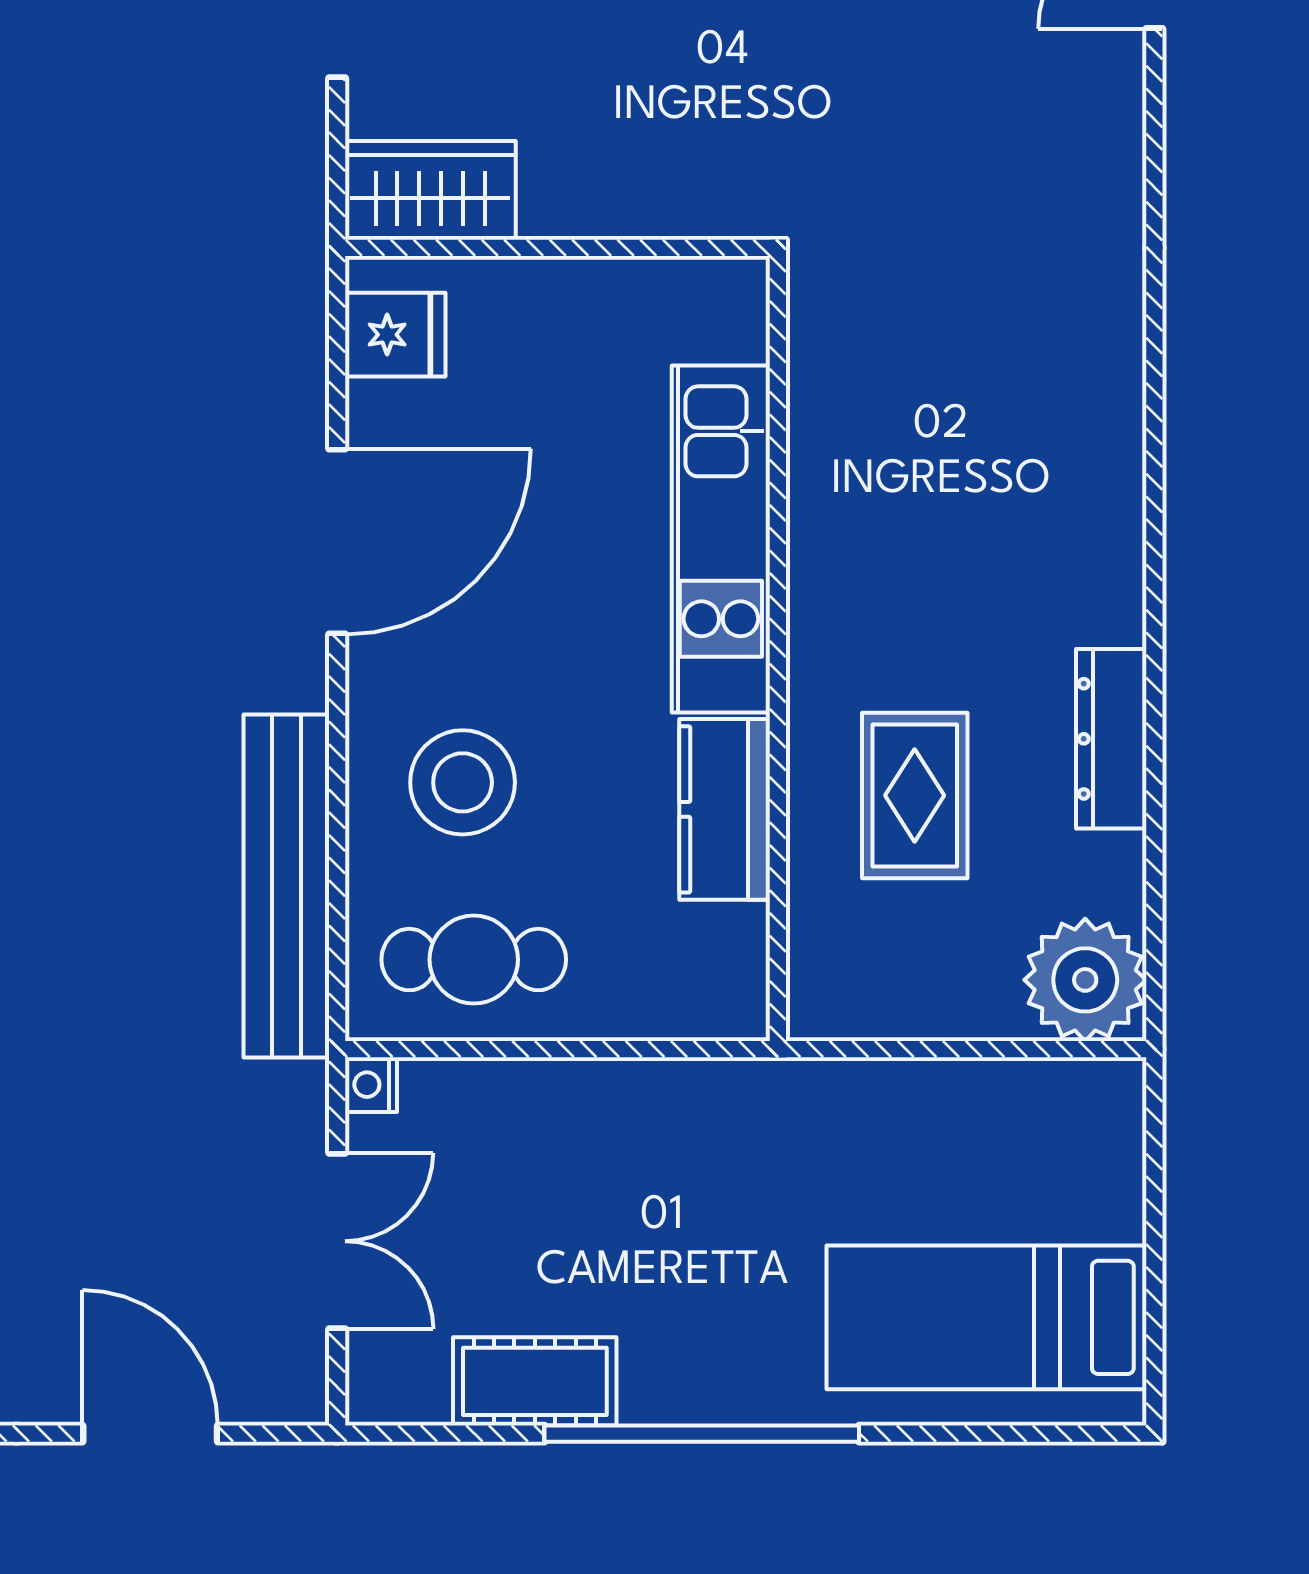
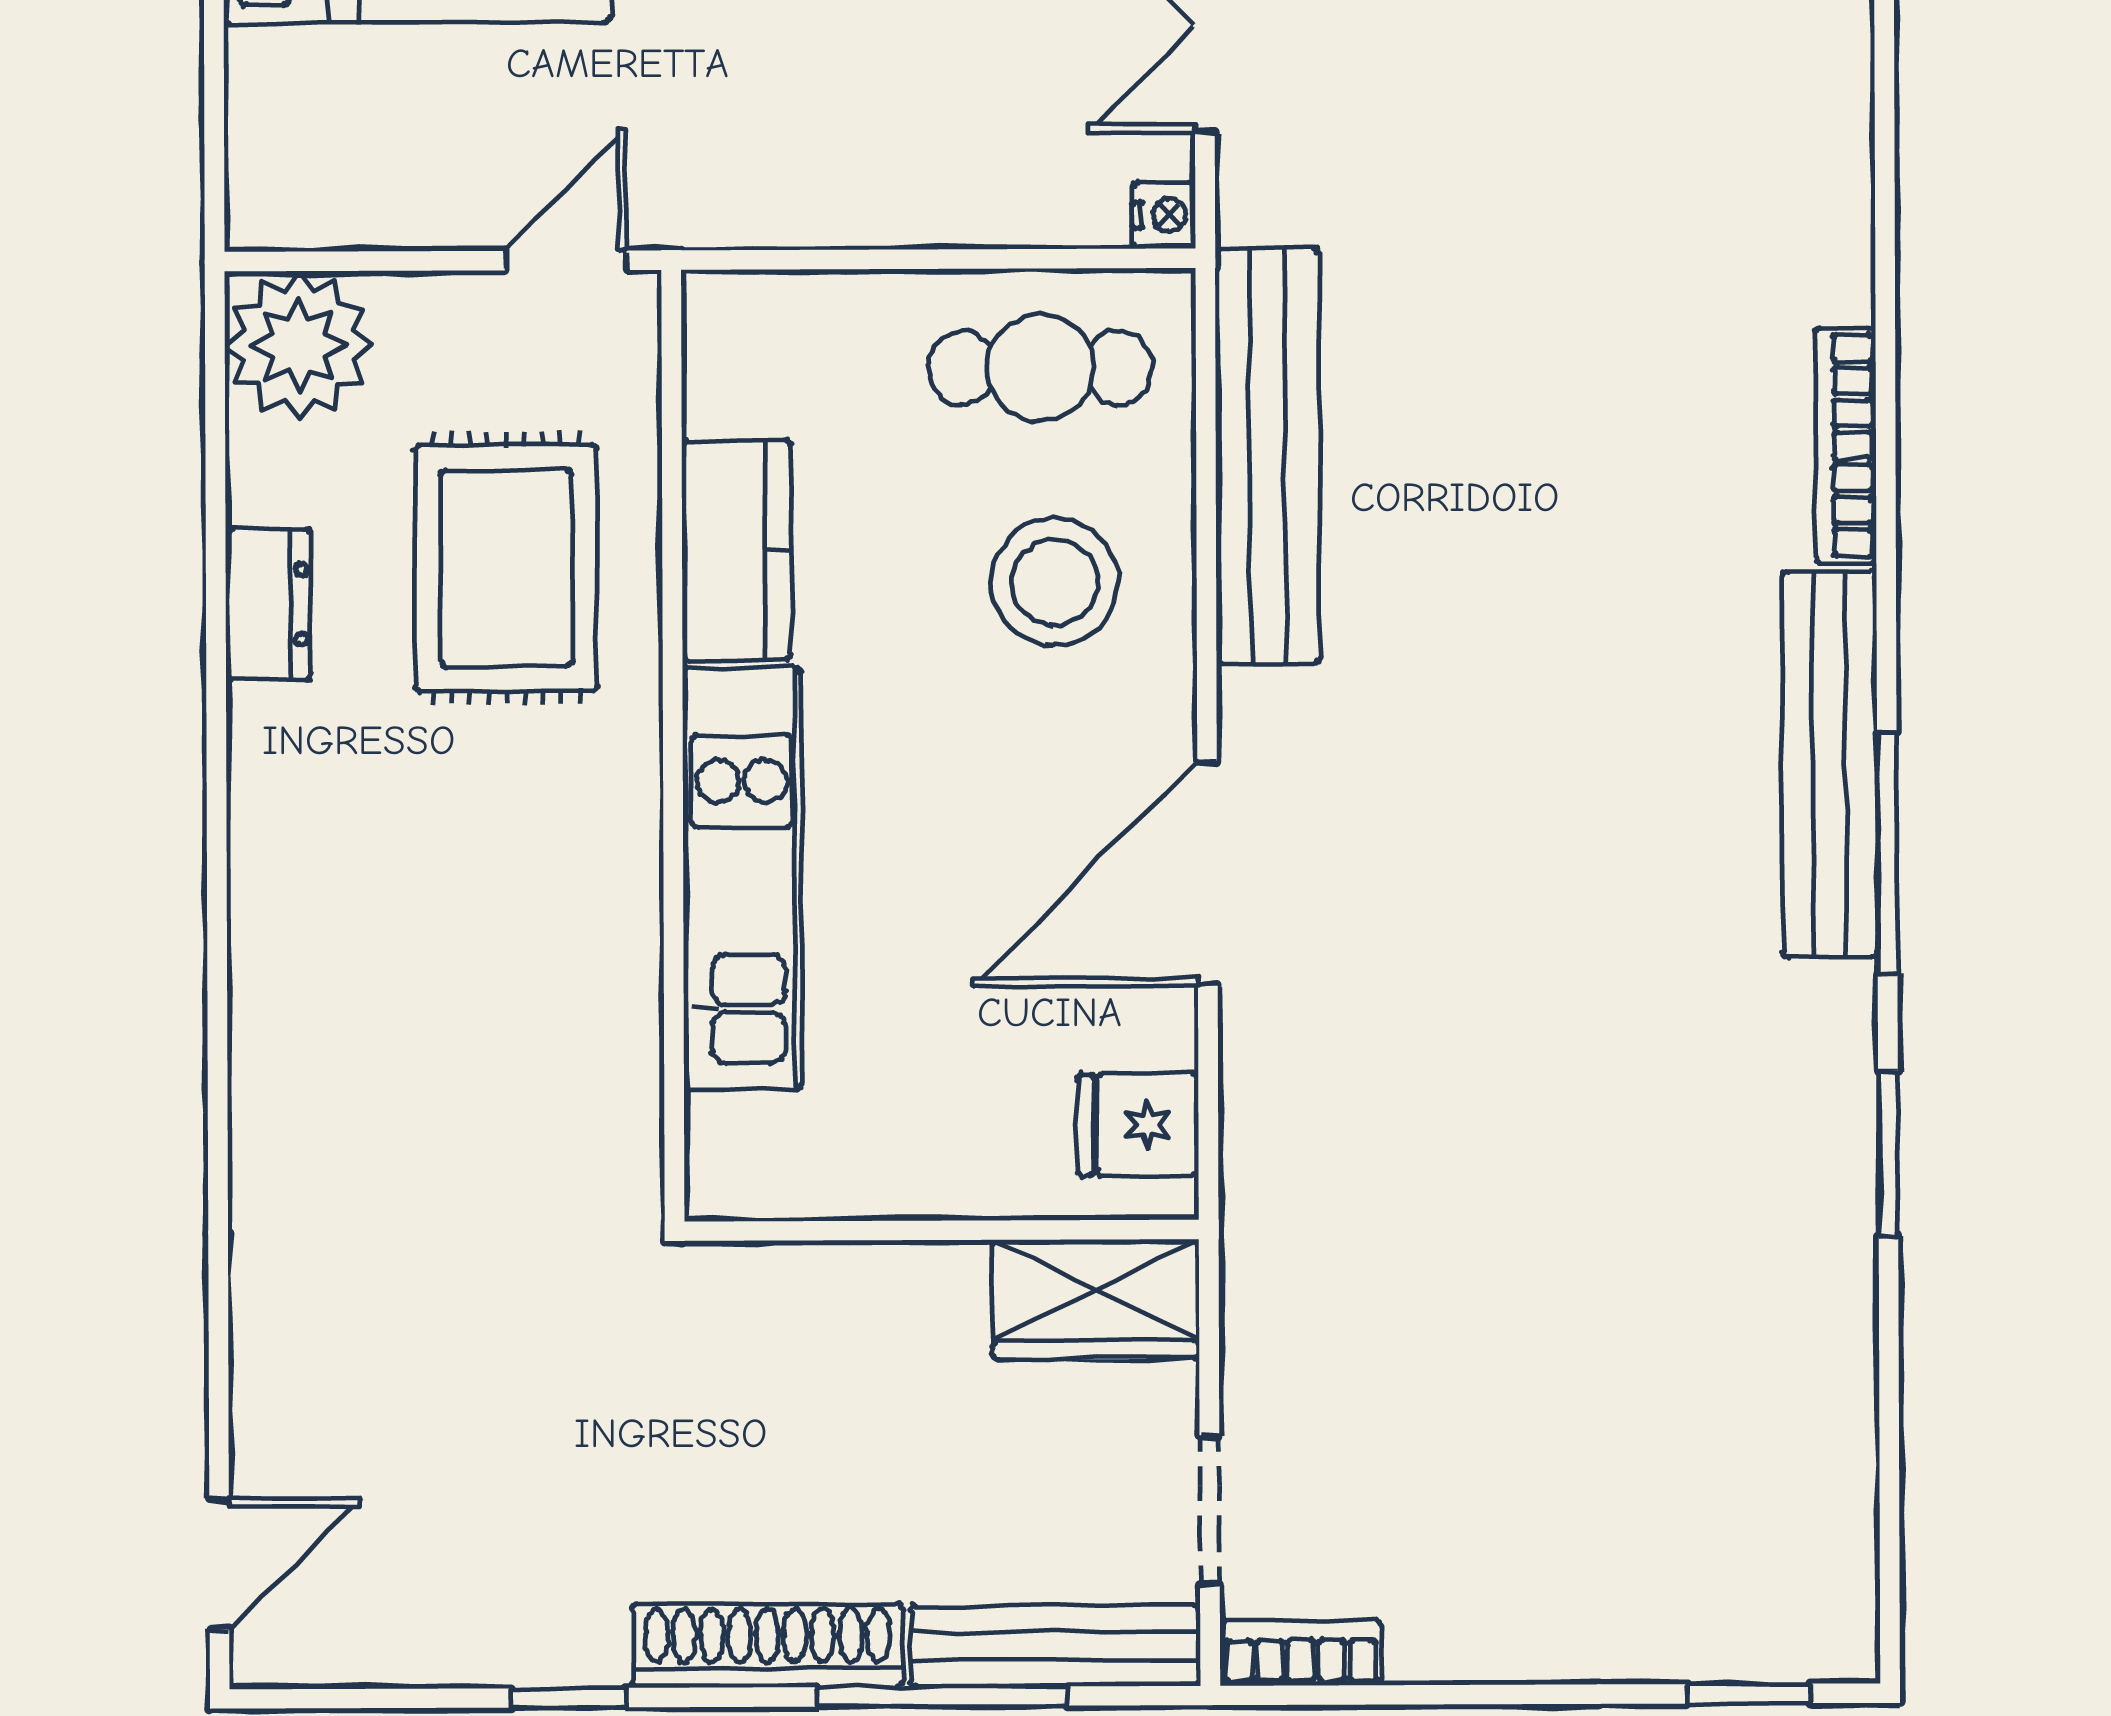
dresser: (1111, 739) -> (268, 604), width x0.70
rug: (915, 795) -> (506, 568), width x1.36, depth x1.43
door: (865, 1049) -> (566, 260), added

